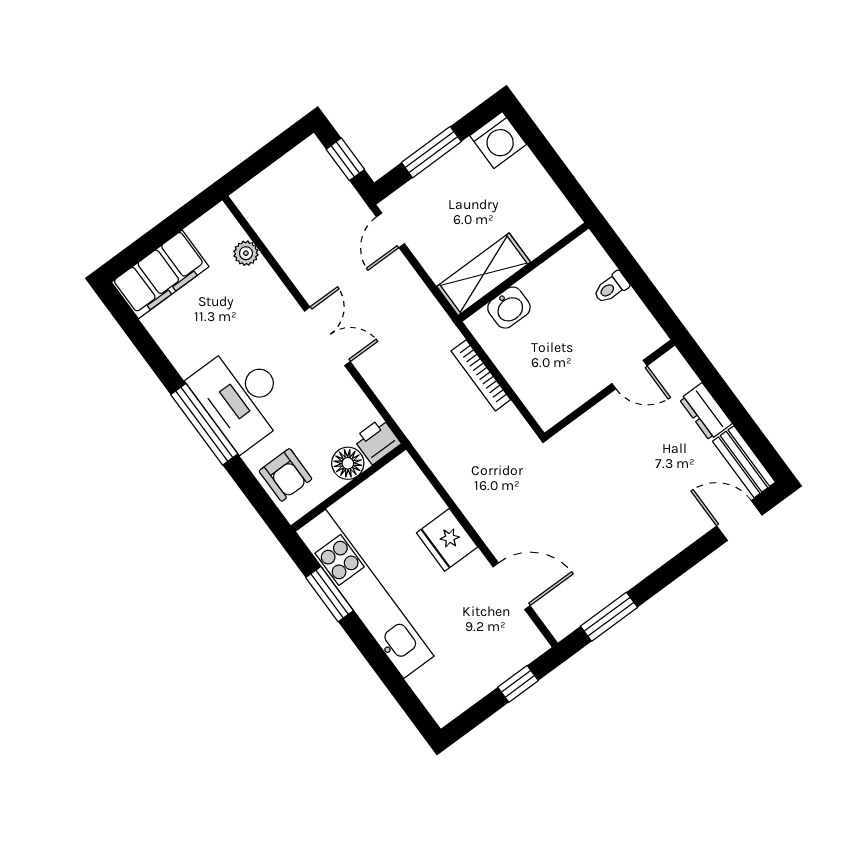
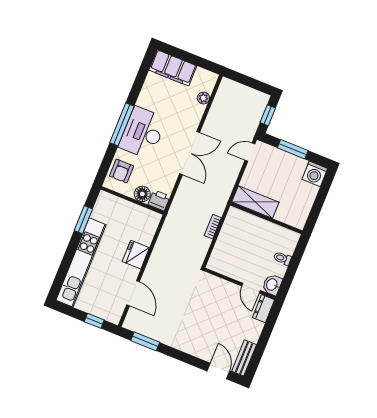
washbasin: (509, 308) -> (272, 285), moved, turned 90
double door: (327, 336) -> (190, 153), width x1.37
bookcase: (481, 375) -> (213, 227), width x0.64
dresser: (706, 411) -> (263, 309), moved
kitchen unit: (365, 594) -> (81, 262), moved

